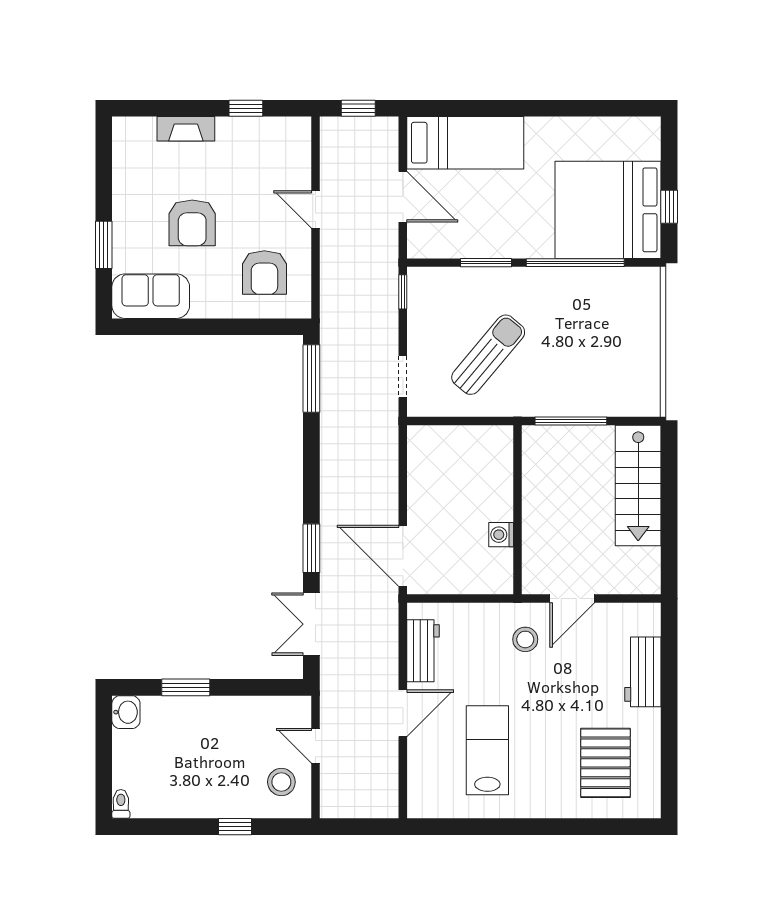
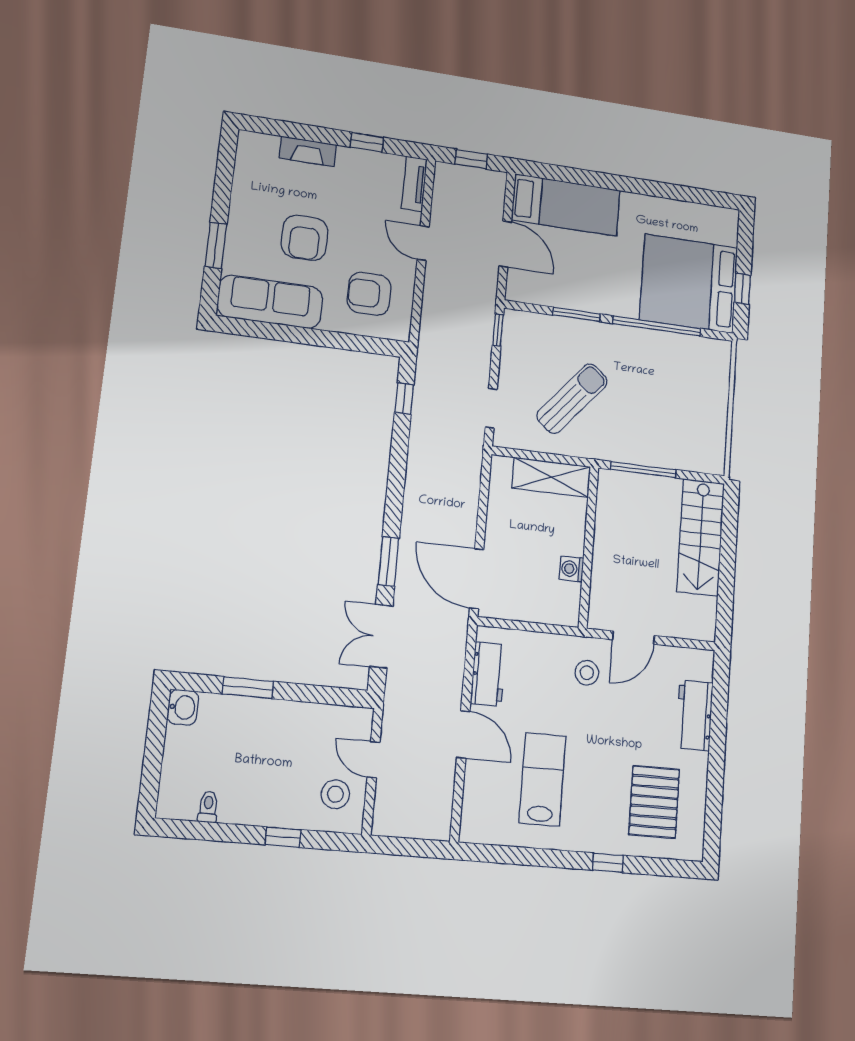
tv unit: (300, 146) -> (414, 184), added
armchair: (264, 273) -> (369, 294), turned 90
sofa: (151, 296) -> (270, 302), width x1.36
window: (311, 379) -> (404, 399), width x0.46
shelving: (472, 442) -> (551, 477), added
door: (403, 713) -> (463, 735), hinge flipped
toilet: (121, 804) -> (208, 807), moved
window: (561, 827) -> (608, 863), added

